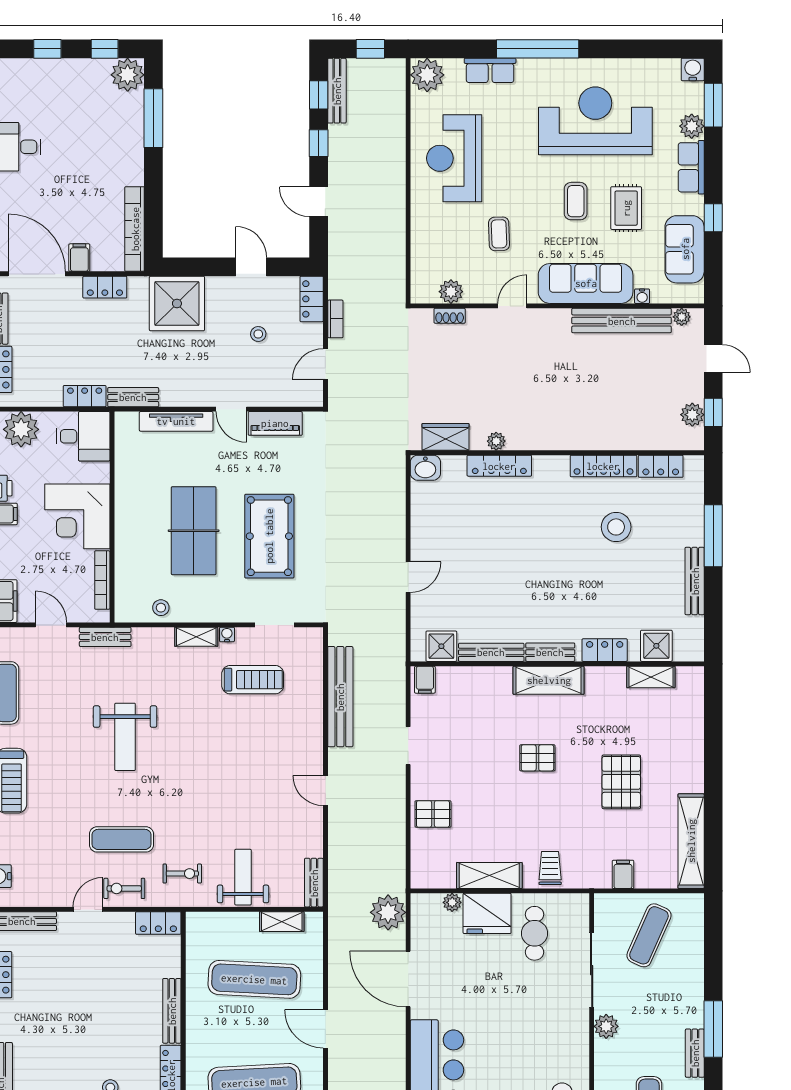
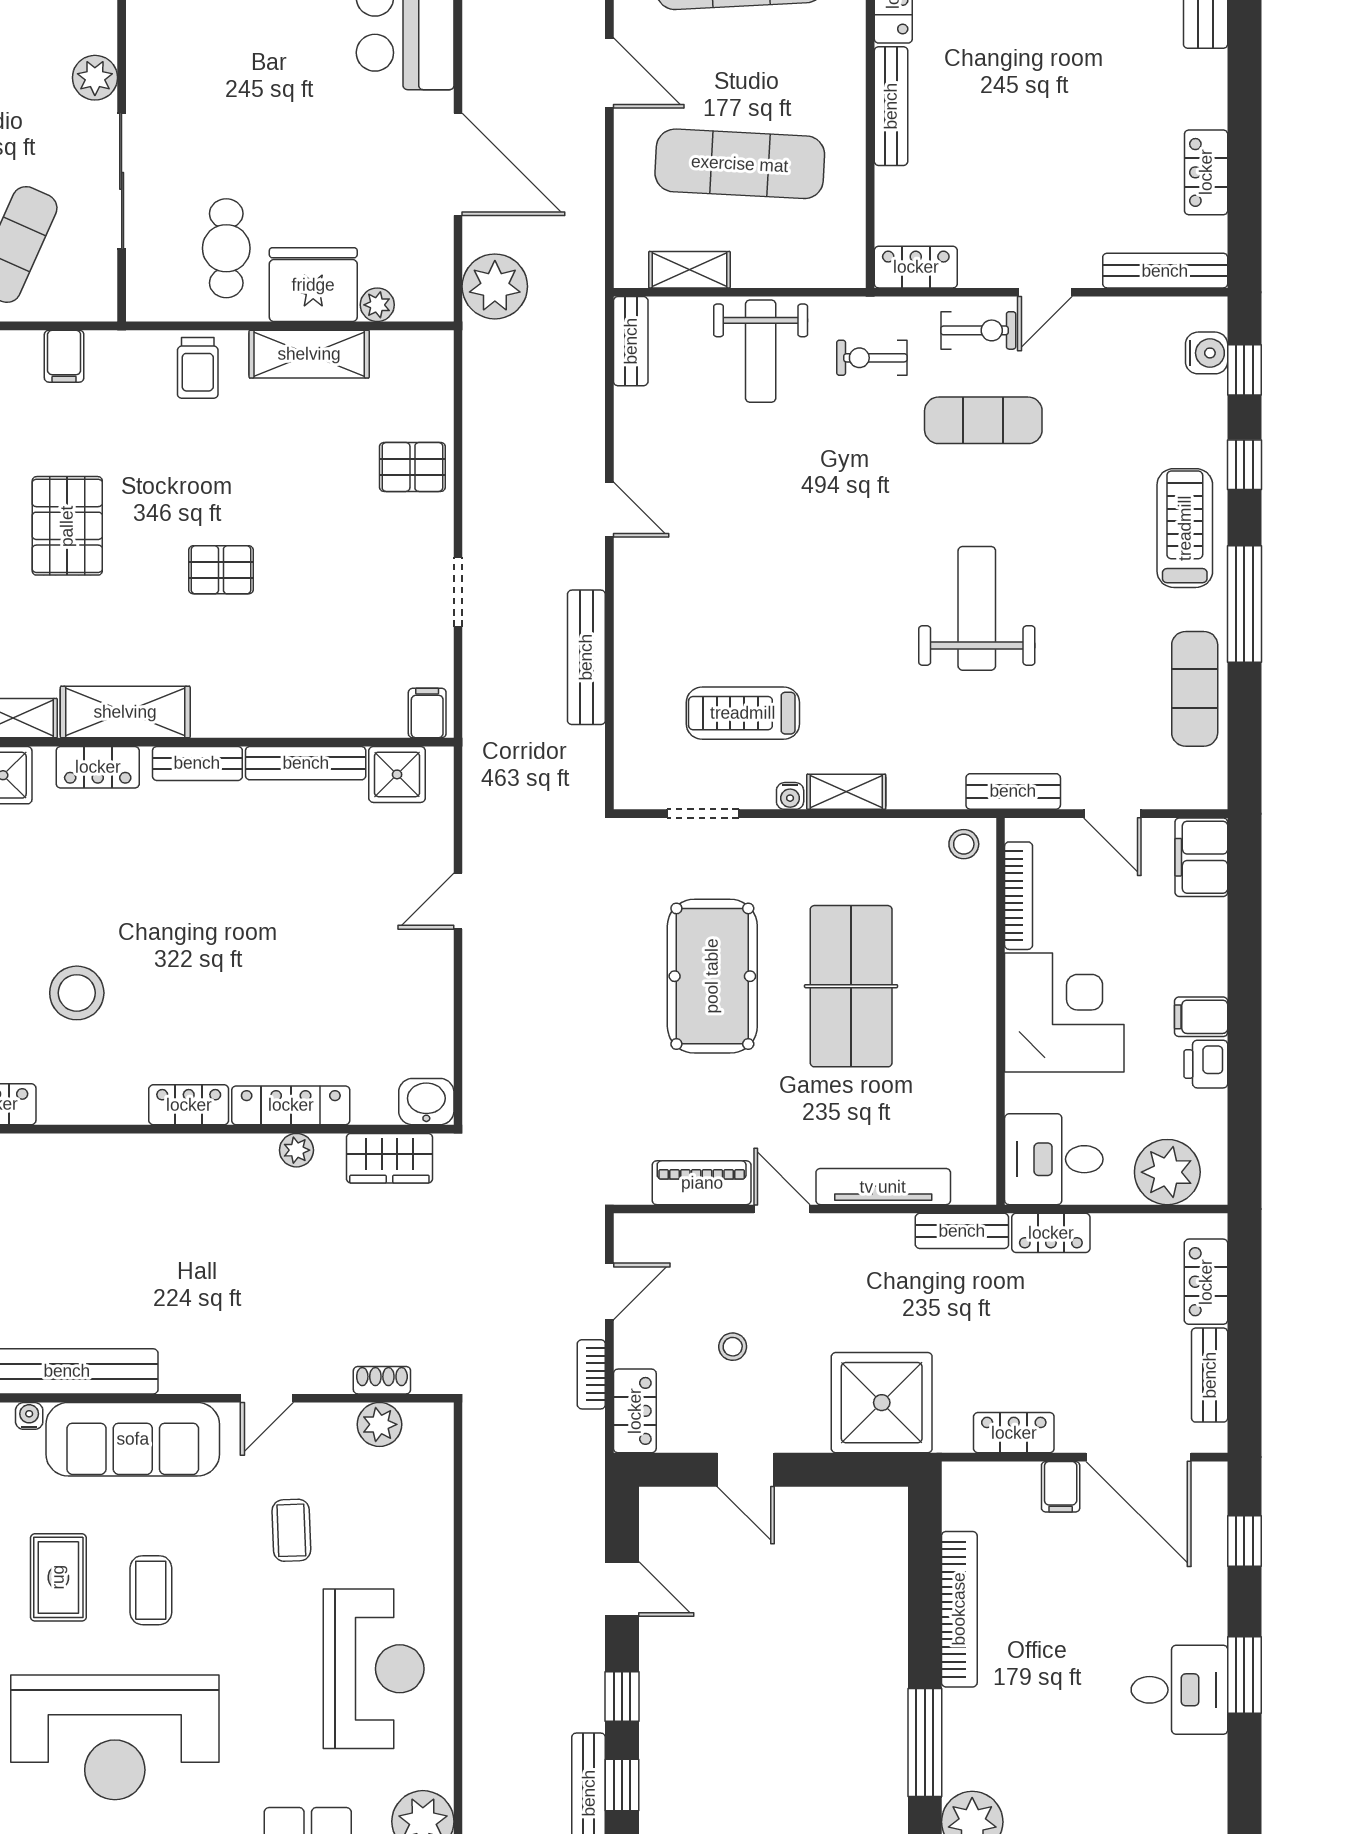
bookcase: (135, 229) -> (959, 1609), moved
locker: (603, 466) -> (189, 1105), moved, width x0.66
stool: (161, 608) -> (964, 844), moved
shelving: (549, 680) -> (125, 712), moved
bench: (340, 697) -> (586, 657), width x0.73, depth x0.82

